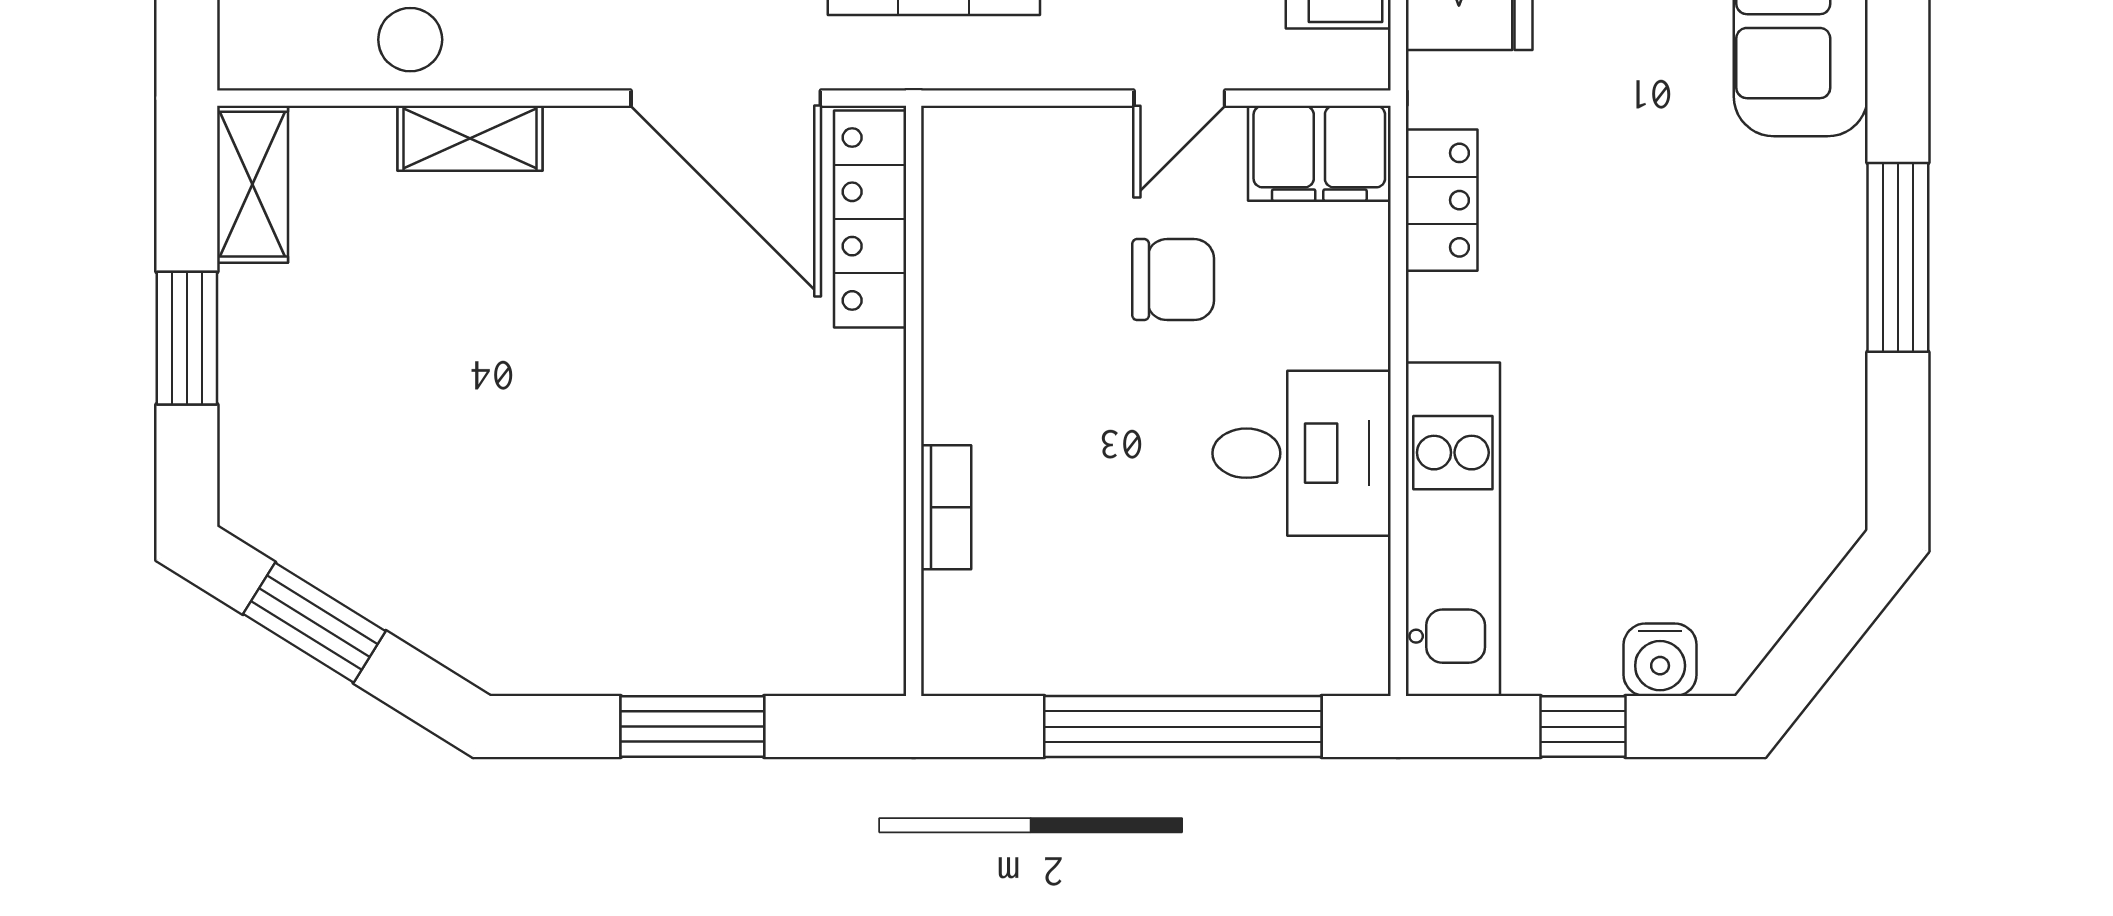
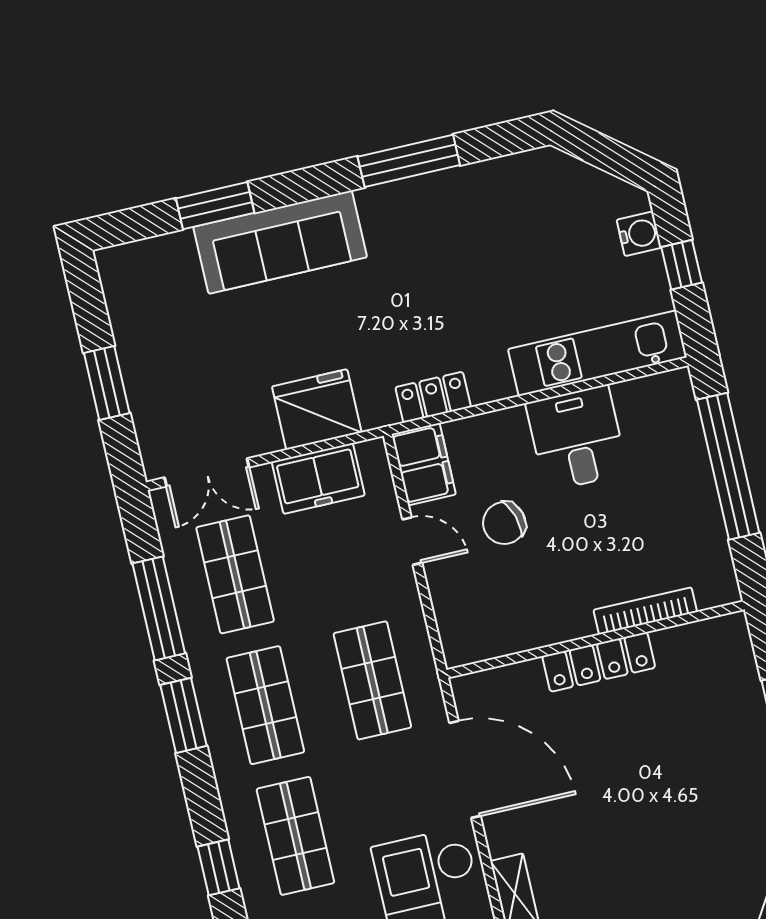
door: (726, 98) -> (465, 769), hinge flipped
locker: (870, 219) -> (599, 662), moved
chair: (1173, 280) -> (504, 523), turned -107
bookcase: (946, 507) -> (645, 611), width x1.56

